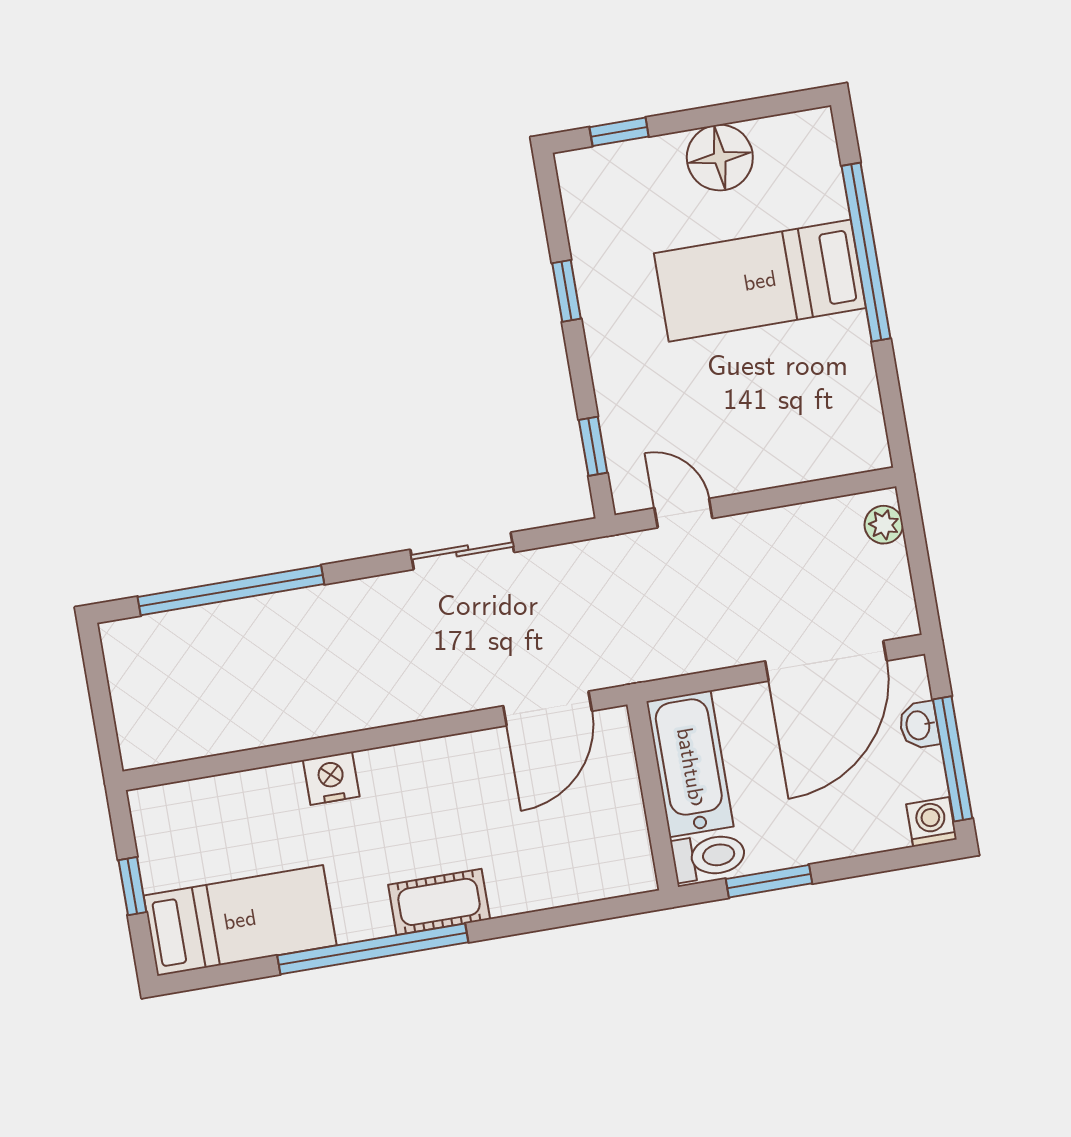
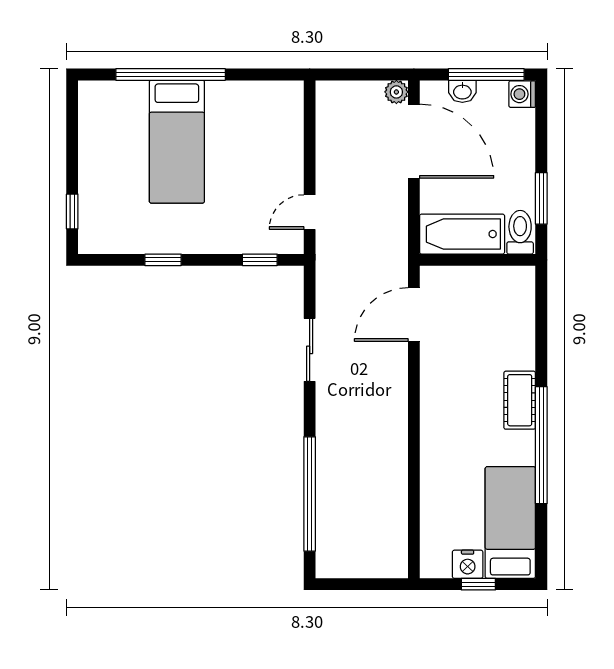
floor lamp: (720, 158) -> (98, 153), removed
plant: (884, 525) -> (396, 92), moved
door: (548, 709) -> (414, 315), swing flipped
nightstand: (331, 778) -> (468, 564), moved, turned -90

